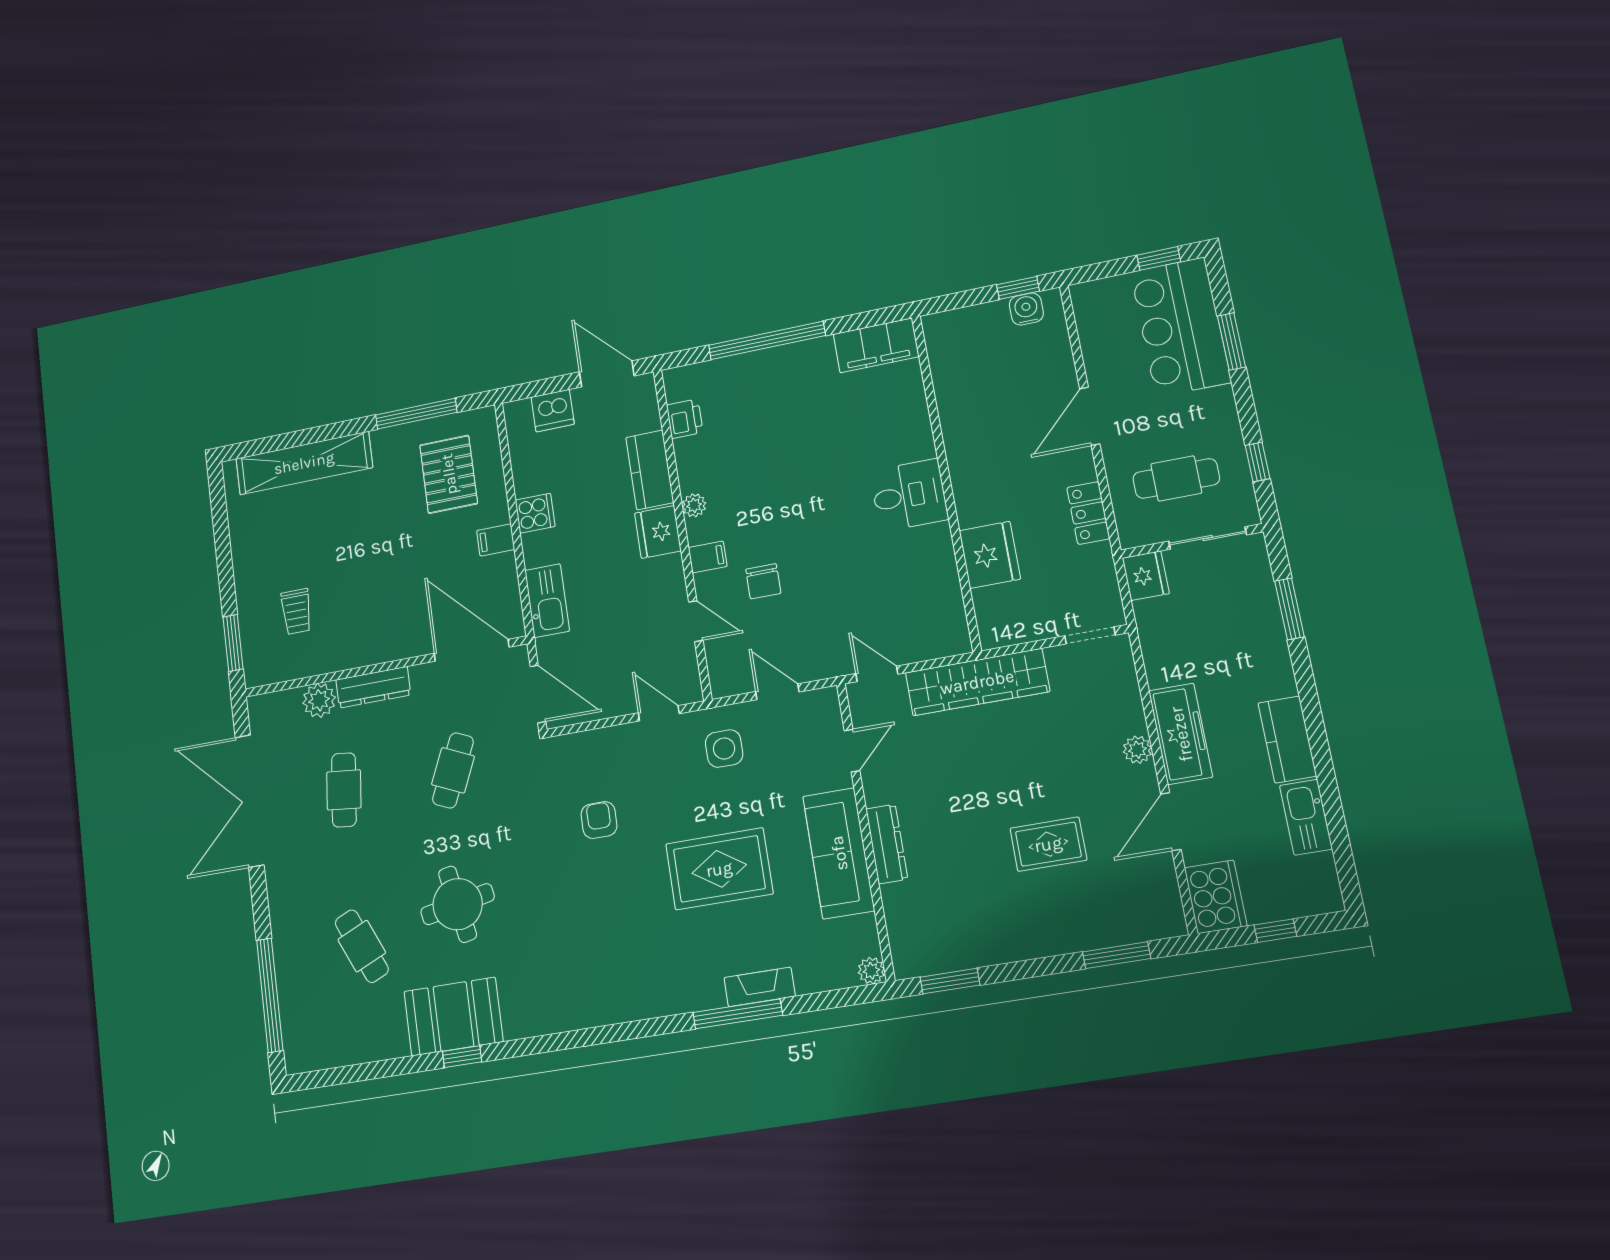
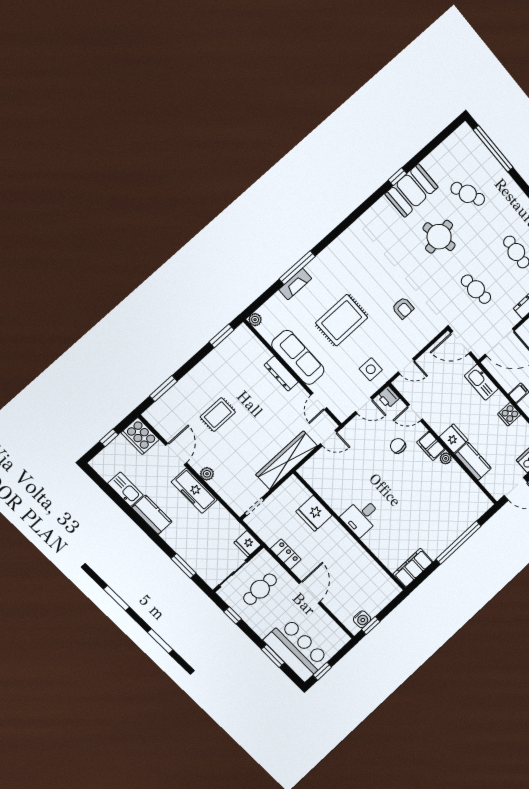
printer: (685, 419) -> (388, 397), moved
filing cabinet: (708, 557) -> (431, 446), width x2.00
cafe table: (453, 770) -> (476, 289), turned -30

